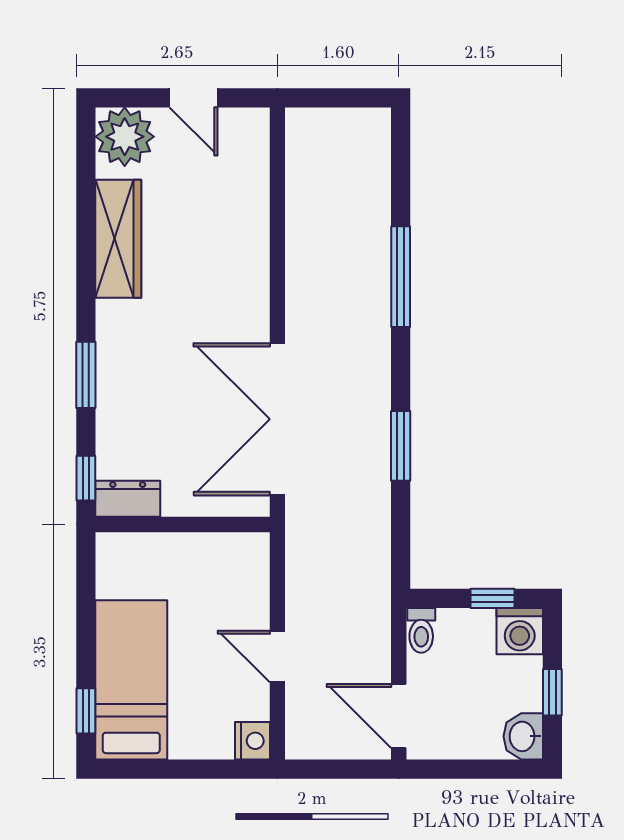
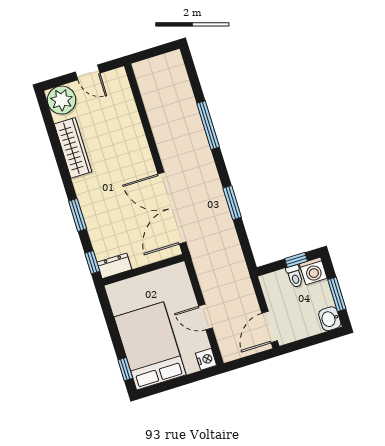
toilet: (421, 630) -> (295, 276), moved
bed: (131, 680) -> (150, 346), width x1.50
window: (552, 692) -> (337, 294), width x1.50
door: (399, 716) -> (270, 327), hinge flipped

